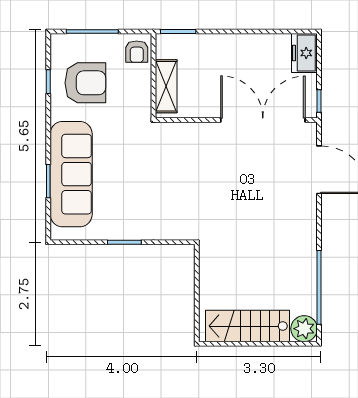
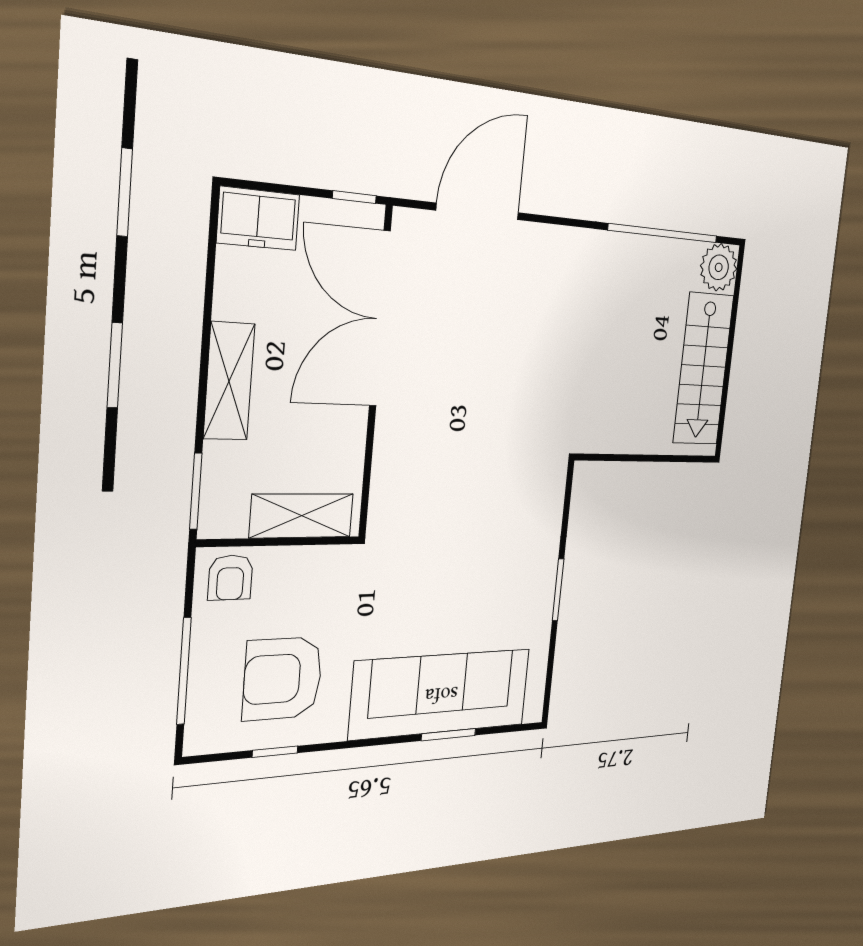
shelving: (230, 44) -> (229, 381), added
armchair: (137, 52) -> (230, 578), turned 90
armchair: (85, 83) -> (283, 679), turned -90

